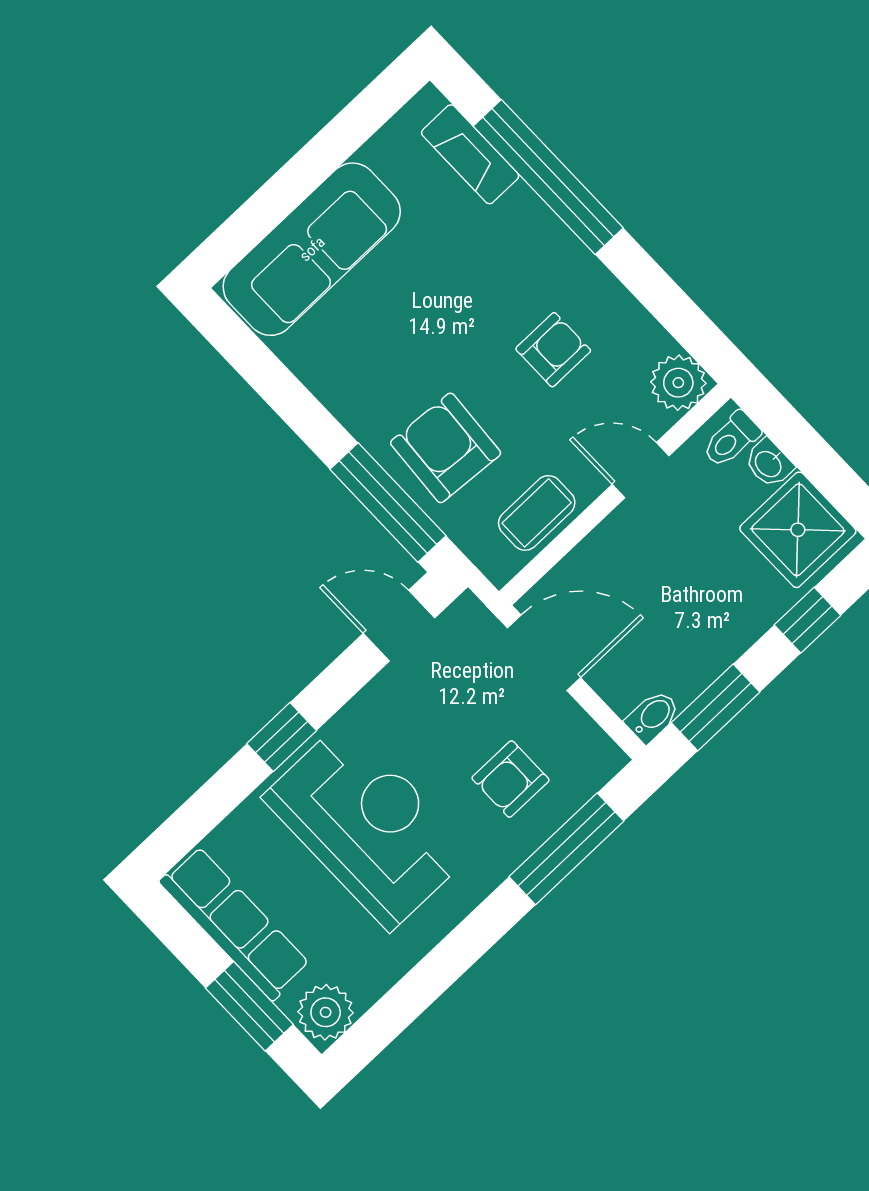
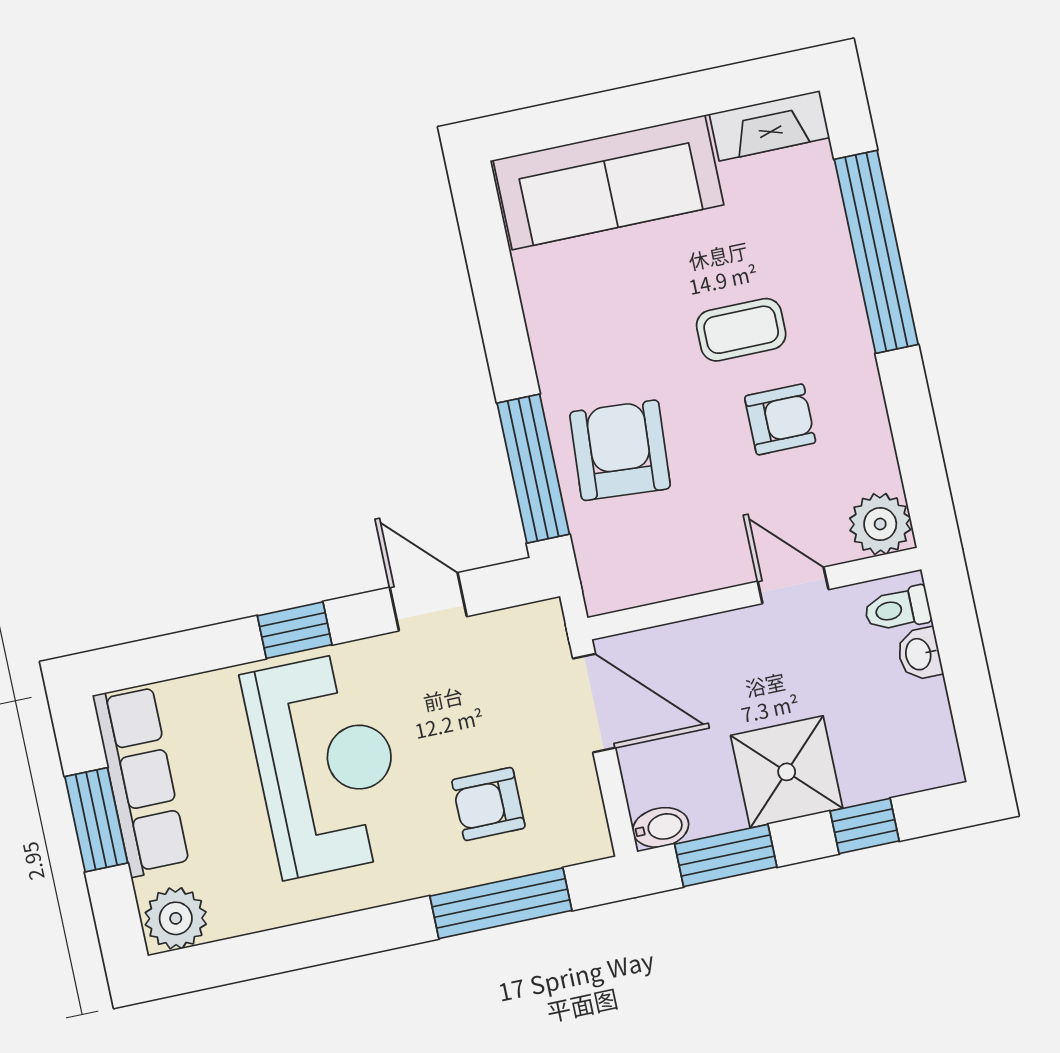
fireplace: (470, 154) -> (769, 126), moved, turned -90
coffee table: (537, 513) -> (741, 330), moved
shower: (798, 530) -> (787, 772), moved
door: (399, 626) -> (428, 602), moved
window: (249, 1006) -> (96, 820), moved

